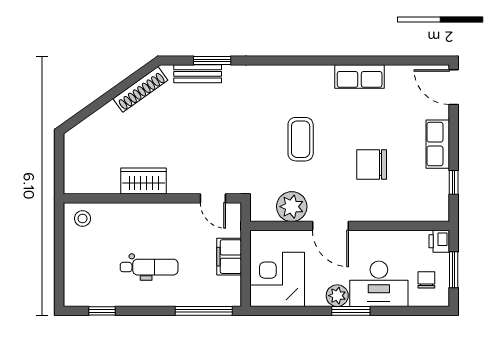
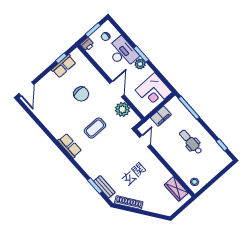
row of seats: (360, 77) -> (70, 146), moved
row of seats: (438, 144) -> (64, 66), moved
wardrobe: (144, 181) -> (176, 189), moved

